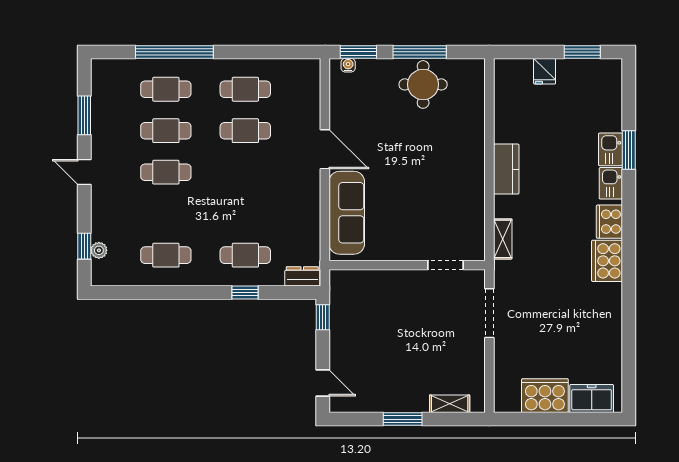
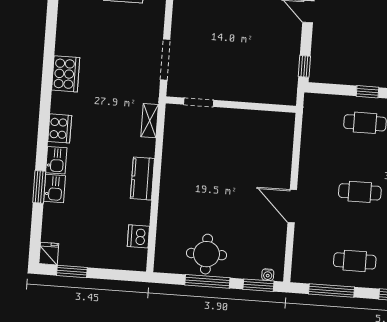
window: (271, 52) -> (331, 290), added
fridge: (545, 71) -> (49, 254), moved
dishwasher: (506, 99) -> (138, 236), added
cafe table: (245, 131) -> (360, 192), moved
sofa: (347, 213) -> (278, 152), removed
cooker: (607, 261) -> (66, 74), moved
dresser: (302, 276) -> (319, 102), removed

